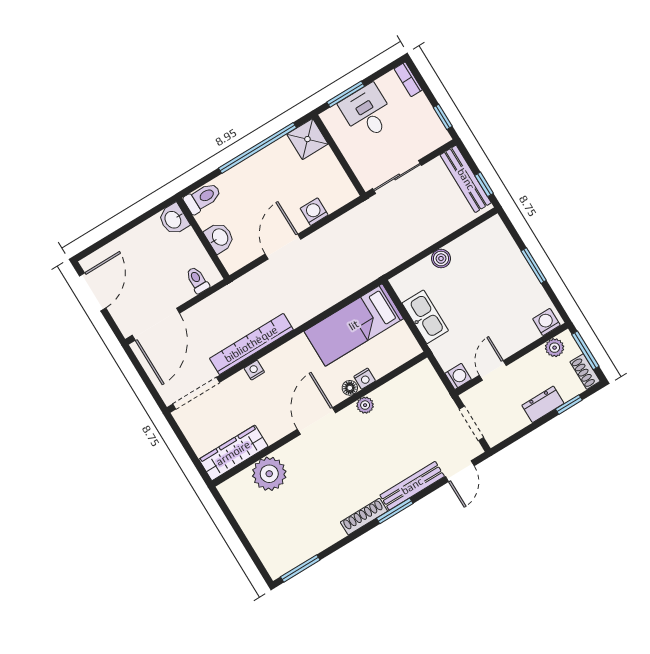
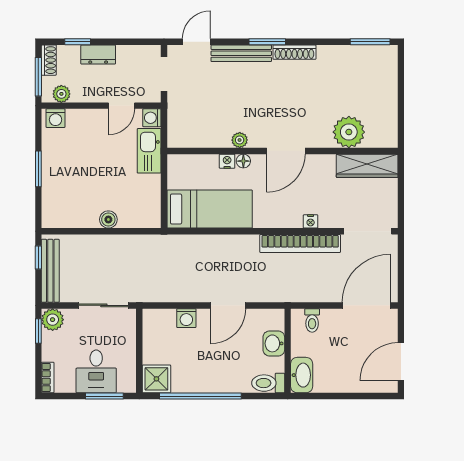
plant: (436, 135) -> (53, 320), added
washbasin: (173, 219) -> (302, 375), width x1.38
kitchen sink: (425, 317) -> (149, 151), moved

